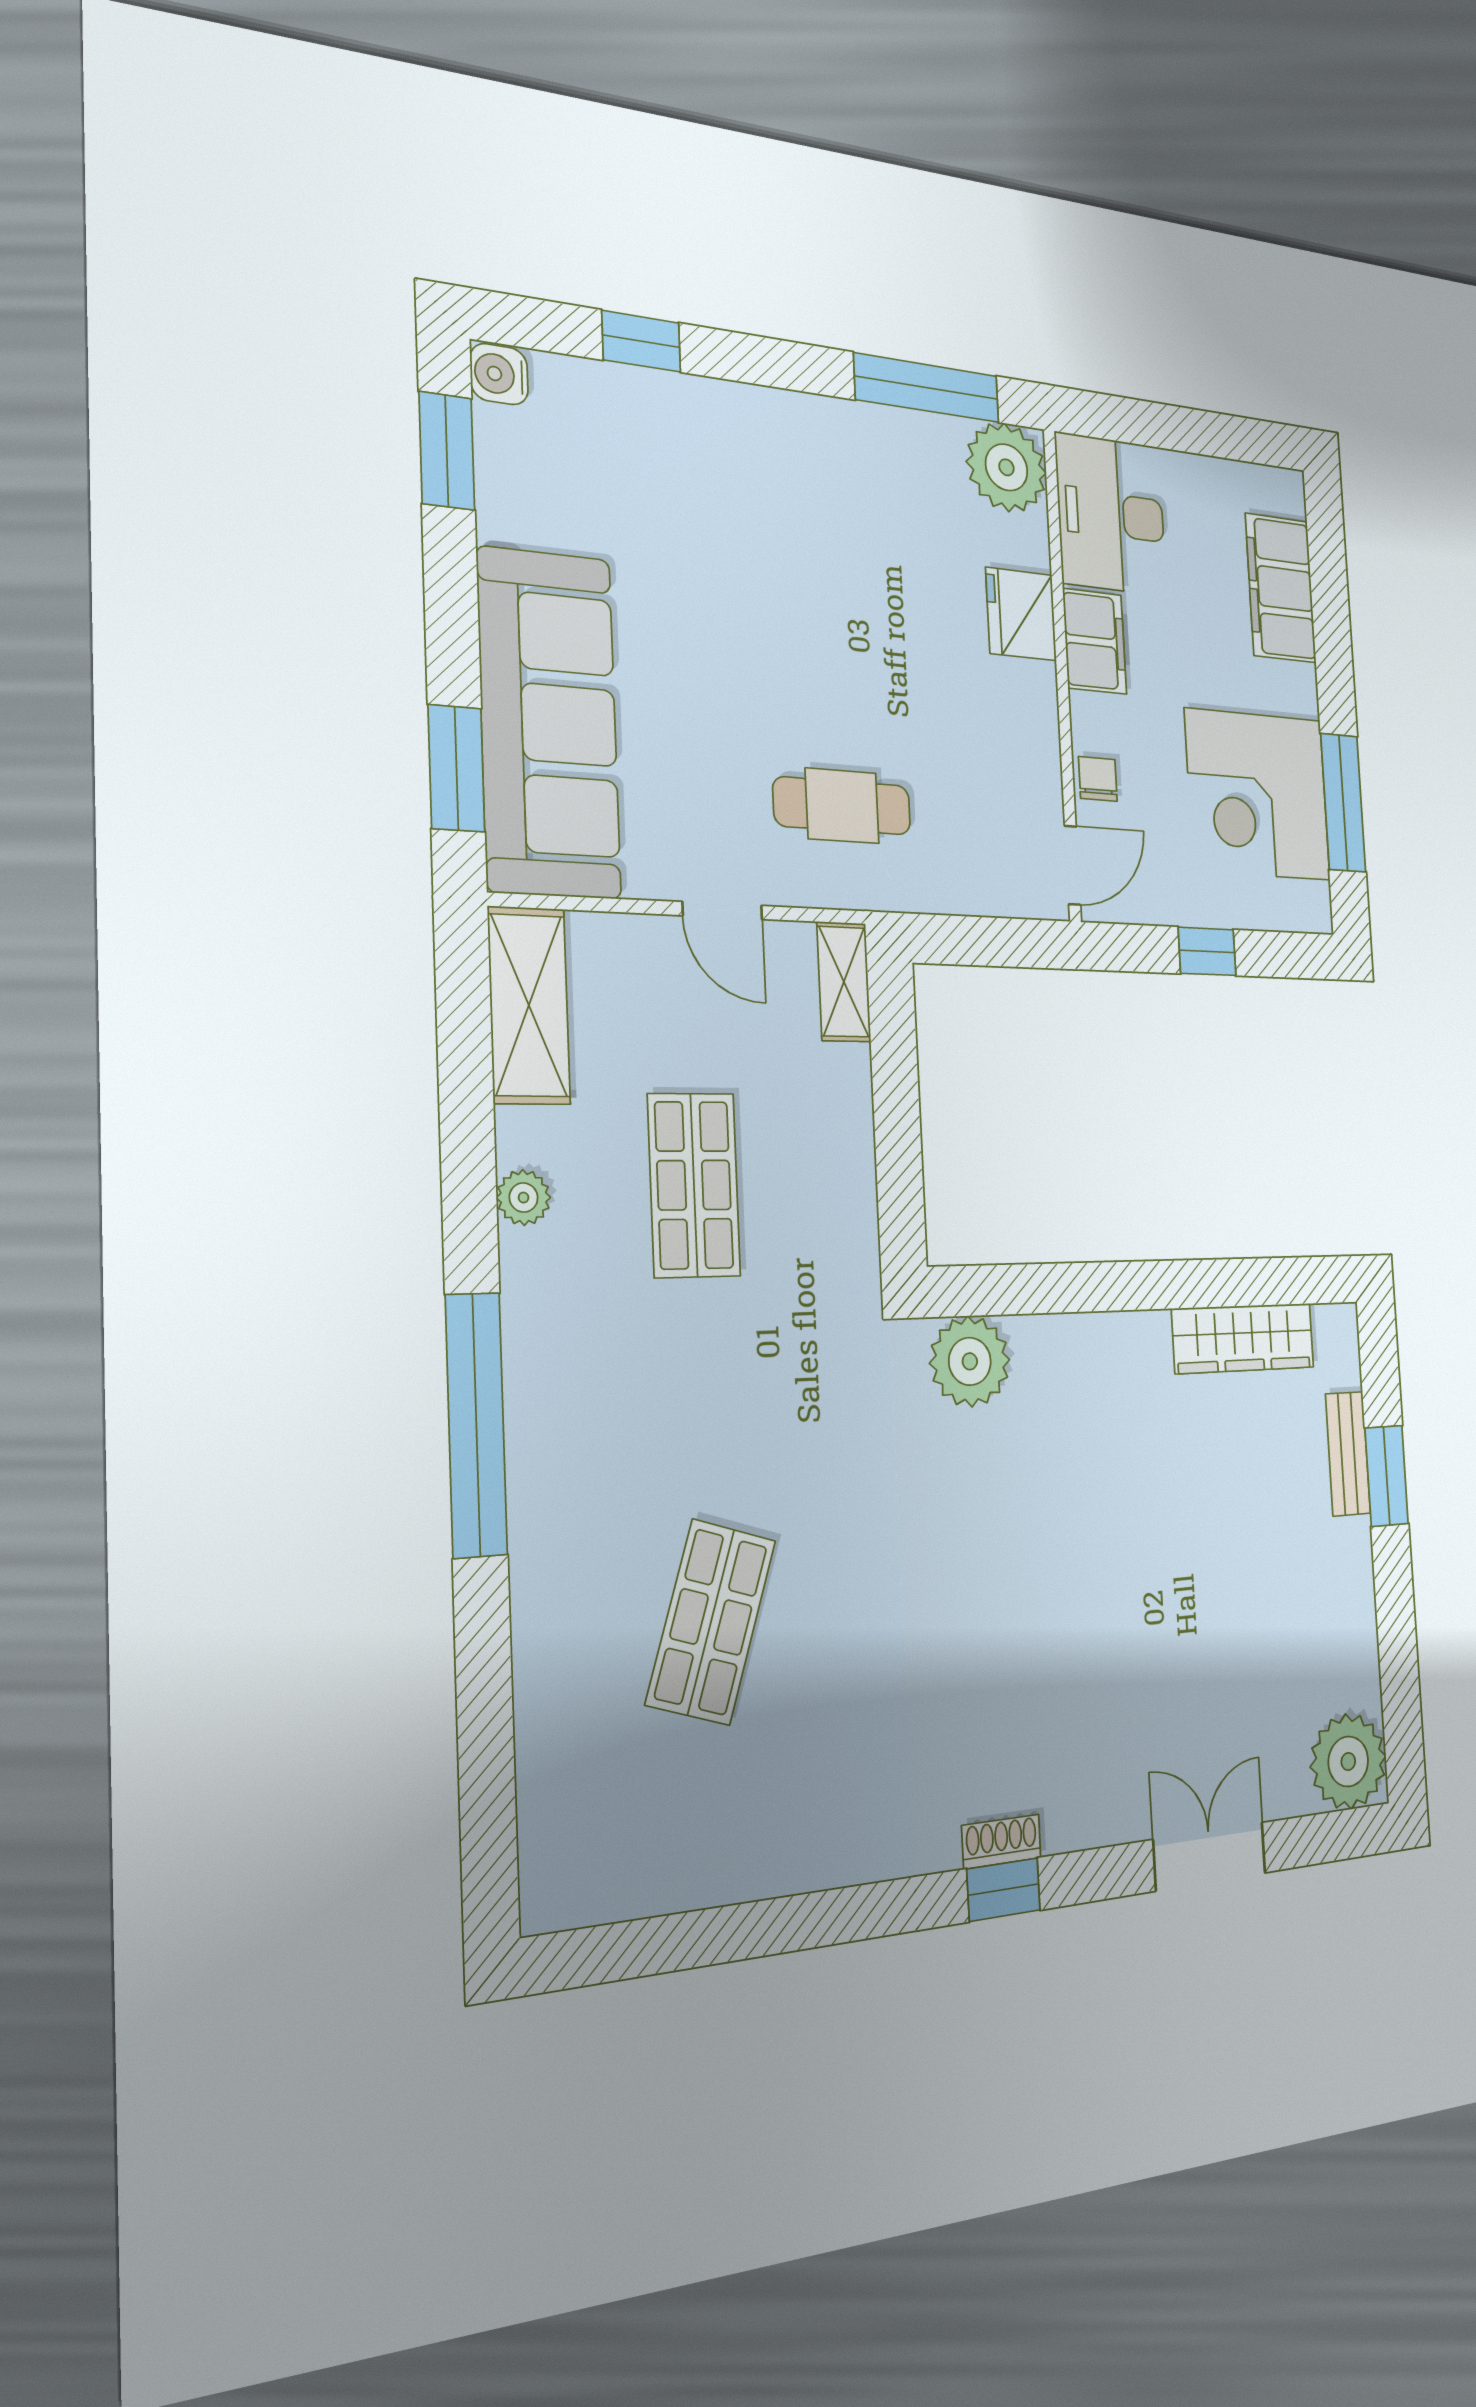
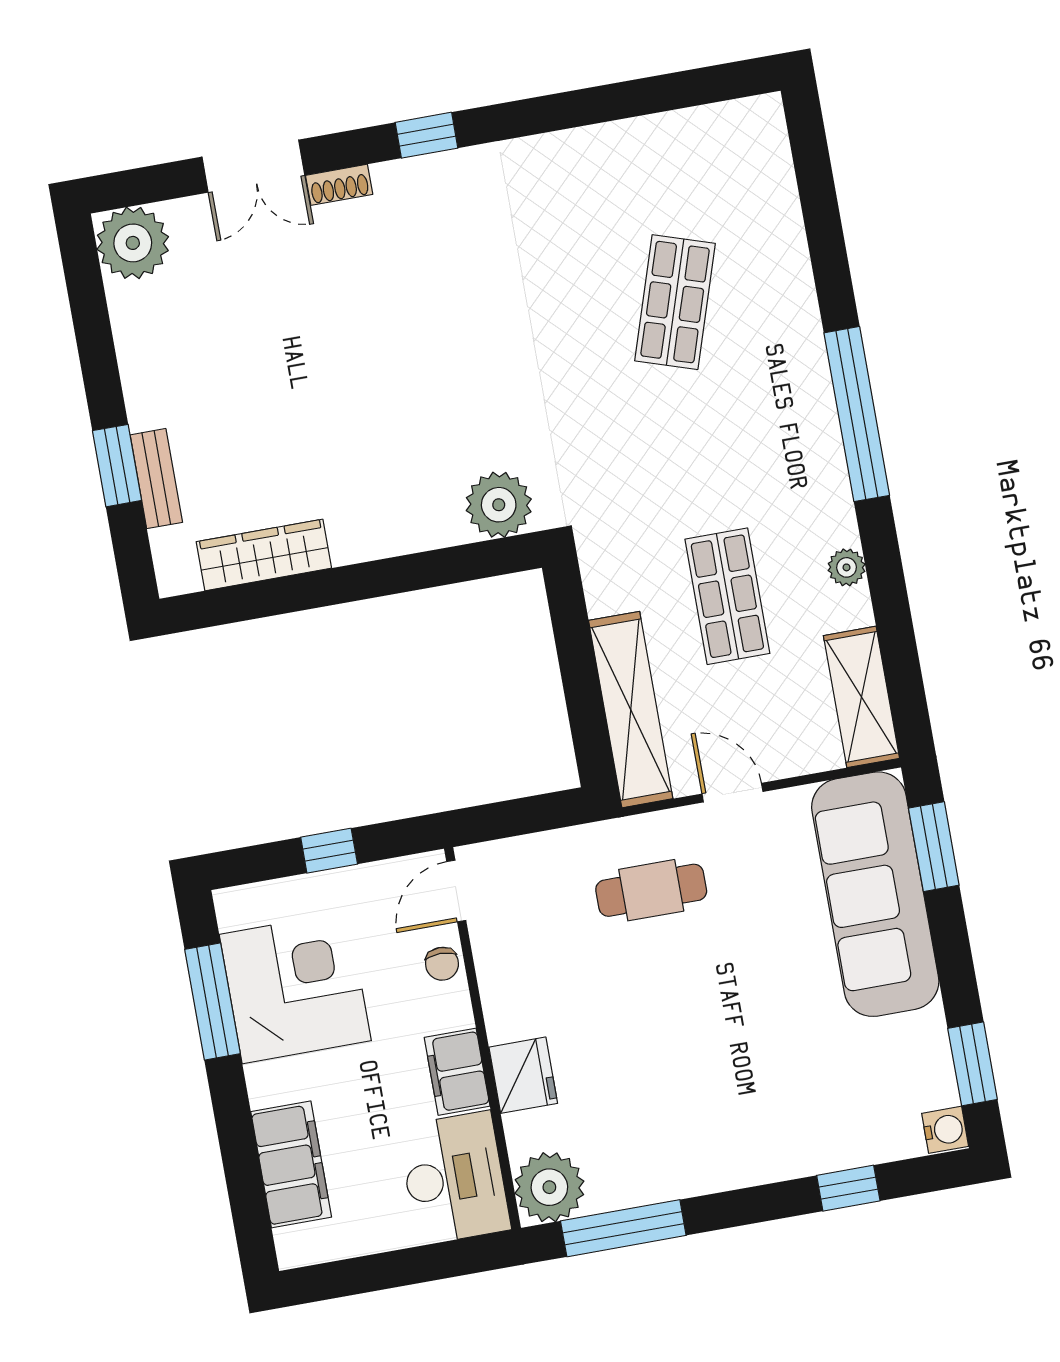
shelving: (844, 982) -> (631, 710), width x2.20, depth x1.33
shoe rack: (1001, 1842) -> (339, 185), moved

